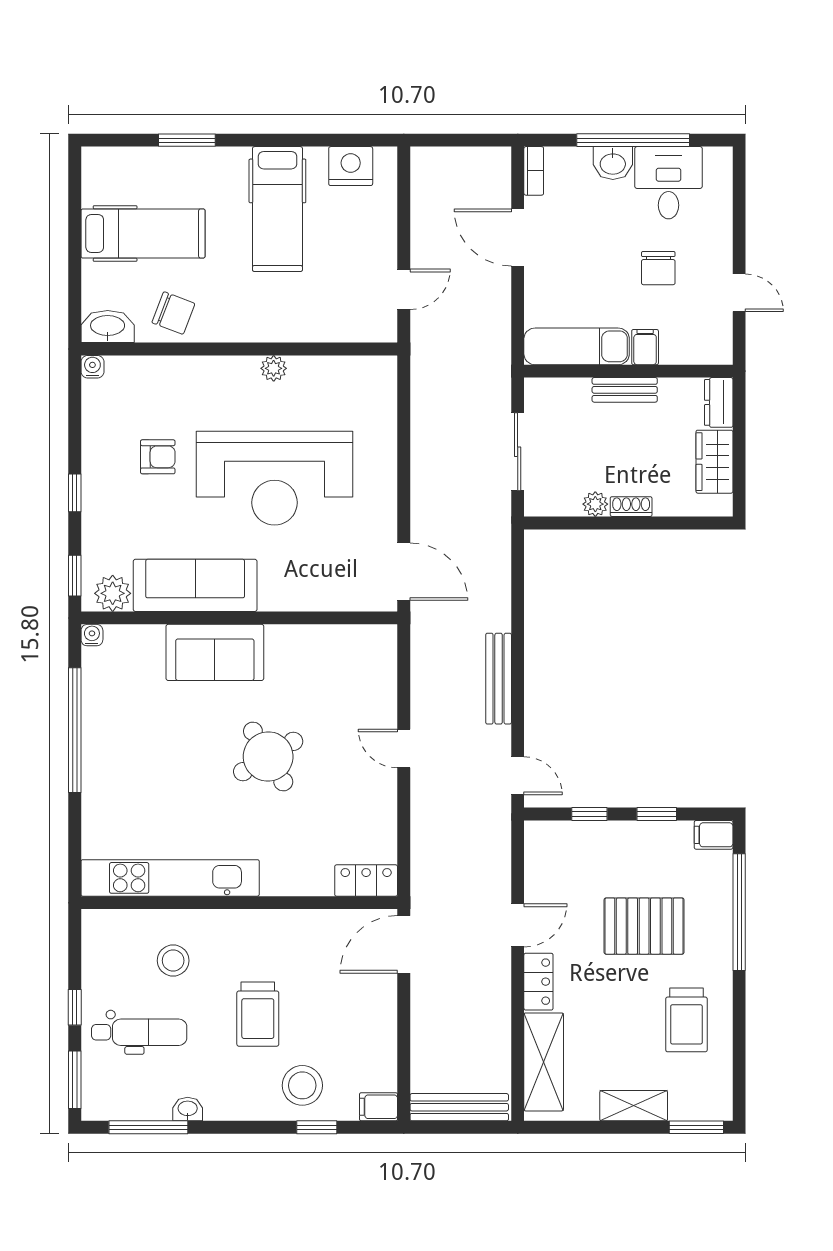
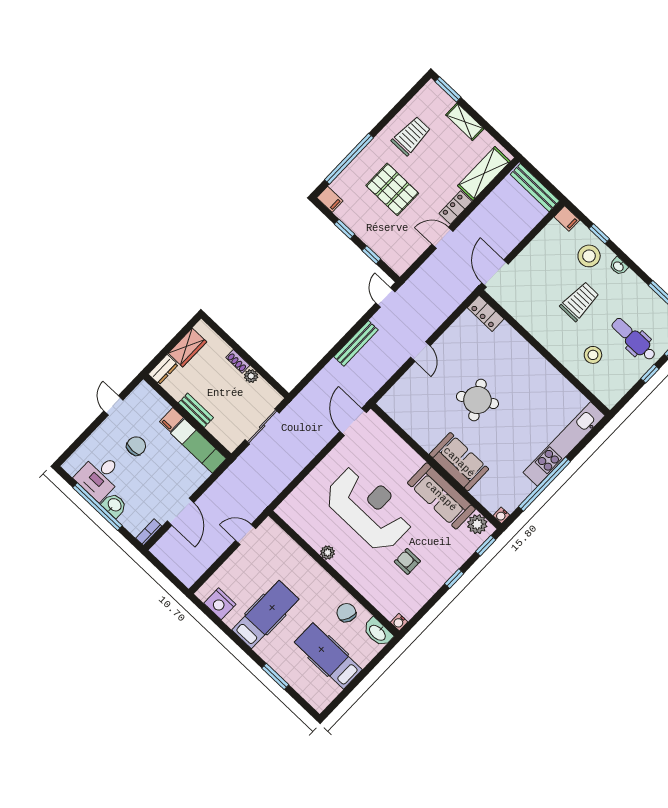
kitchen unit: (170, 878) -> (564, 444), moved, turned 90
door: (404, 944) -> (495, 273), swing flipped
washbasin: (188, 1109) -> (619, 266), moved

